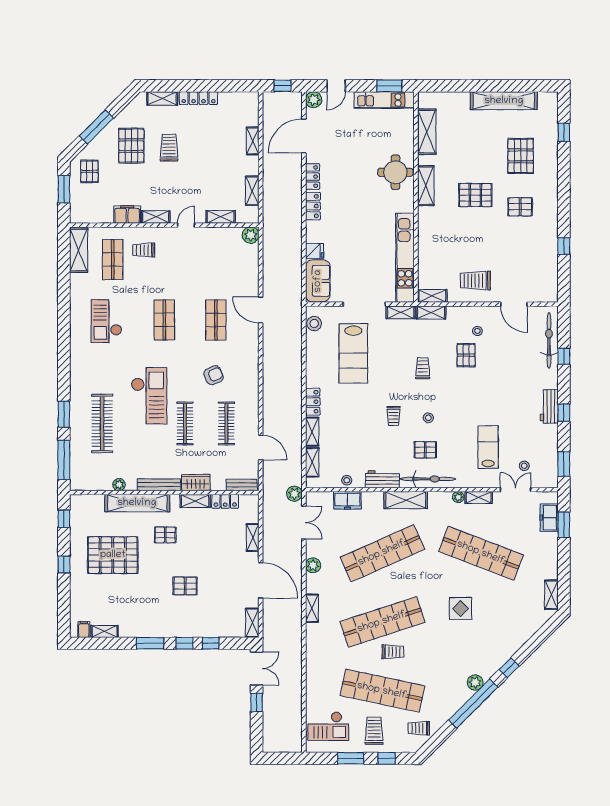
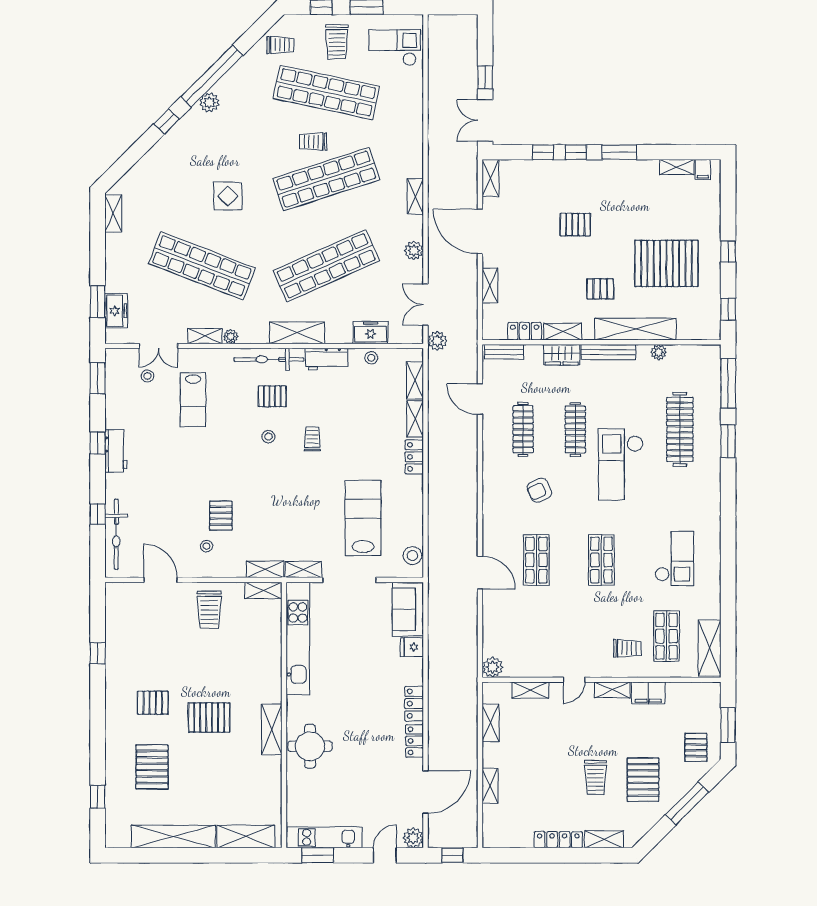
shelving: (427, 132) -> (246, 836), moved, turned 90
trolley: (475, 281) -> (209, 610), turned 90
trolley: (423, 368) -> (275, 499), removed

